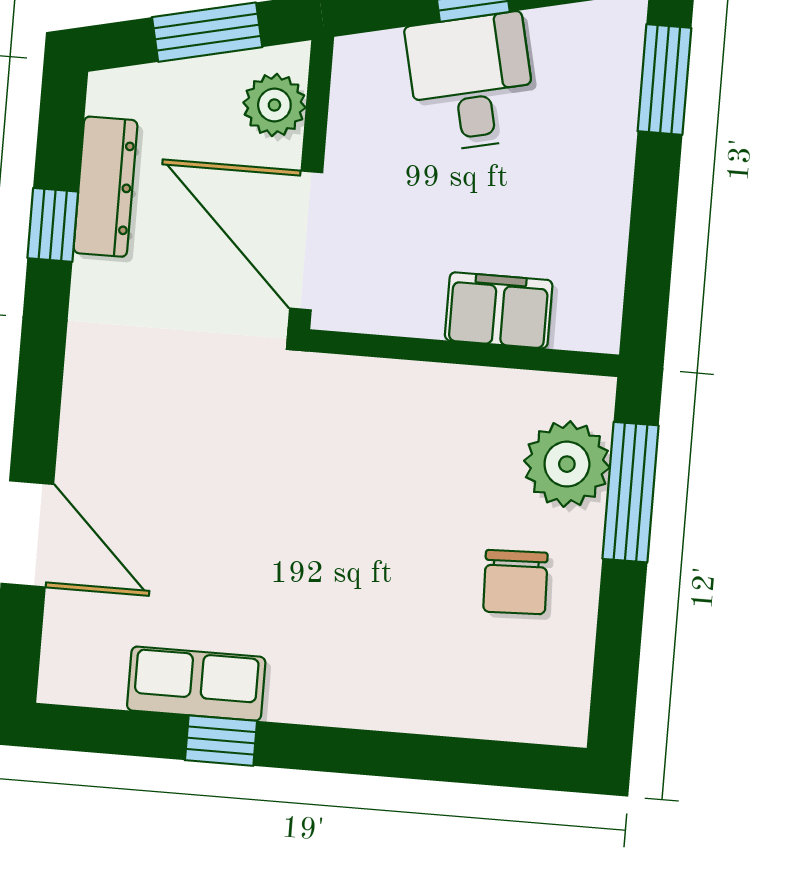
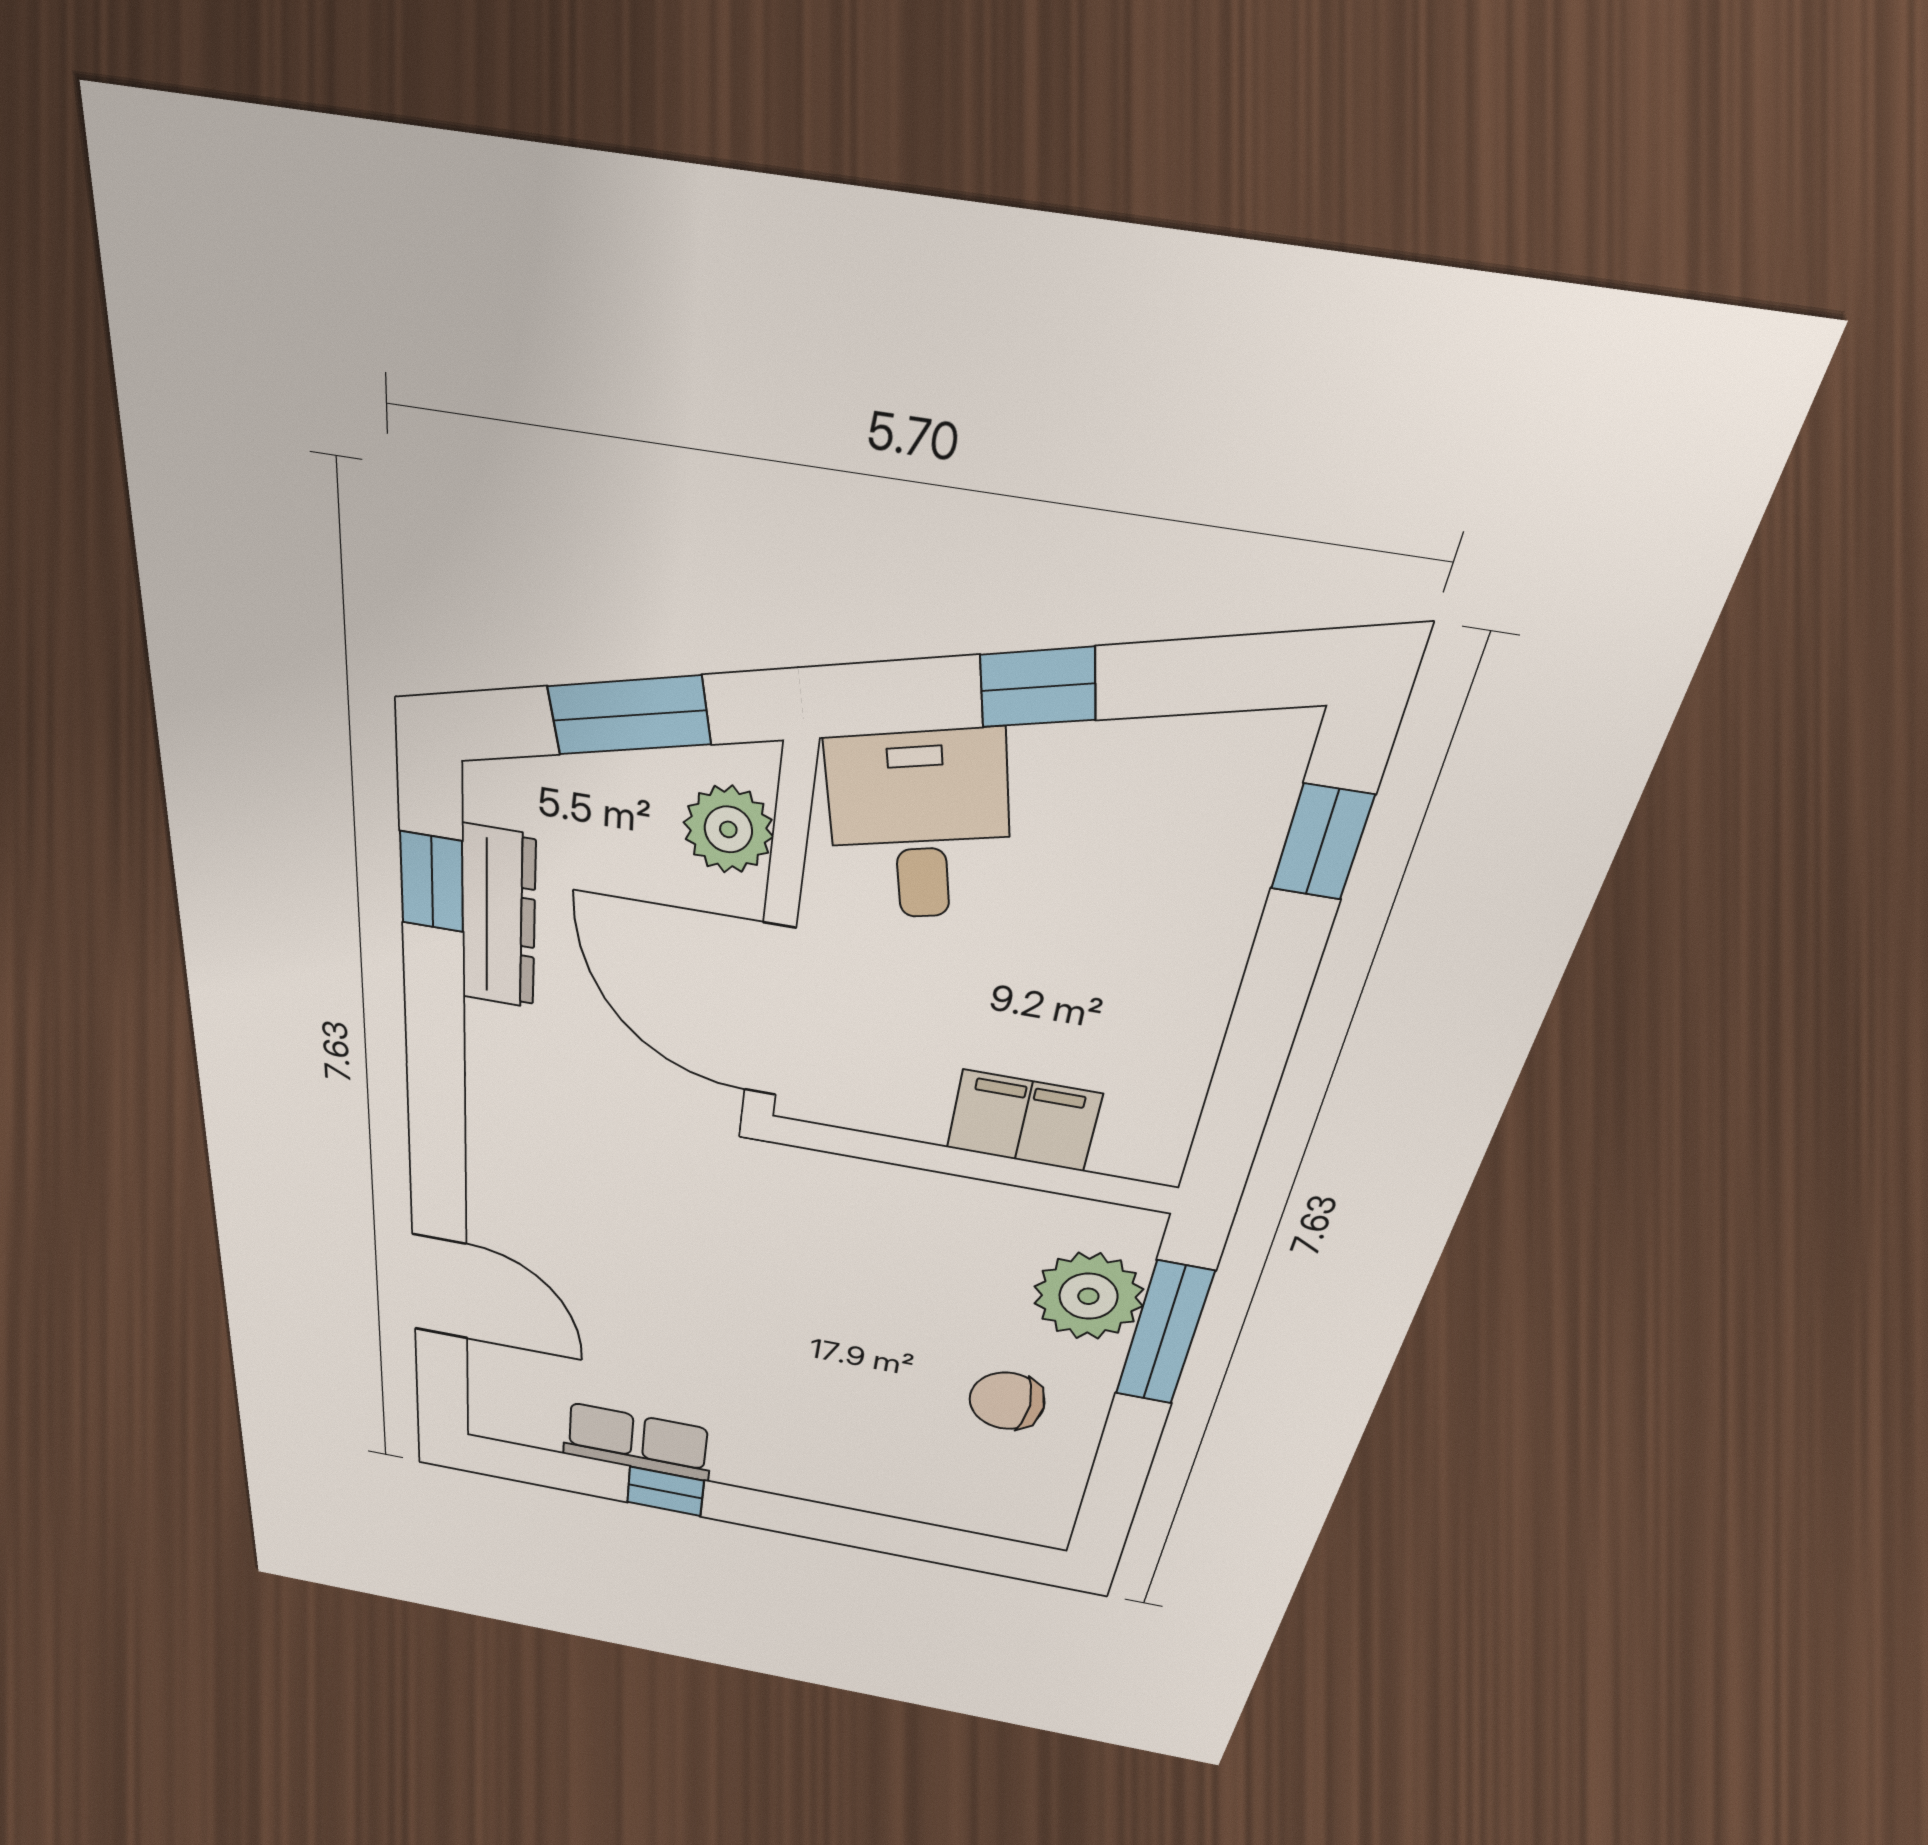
window: (664, 80) -> (1322, 842), width x0.67
desk: (471, 82) -> (919, 827), moved
window: (53, 225) -> (432, 882), moved
chair: (515, 582) -> (1007, 1401), turned 92

